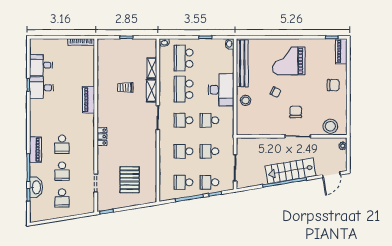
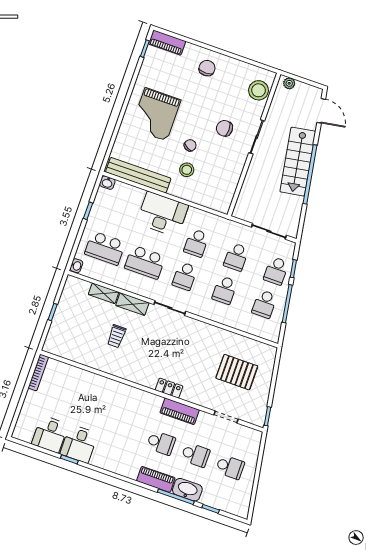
piano: (88, 100) -> (180, 411), moved
stool: (246, 100) -> (187, 170), moved
washbasin: (36, 187) -> (187, 490), moved

